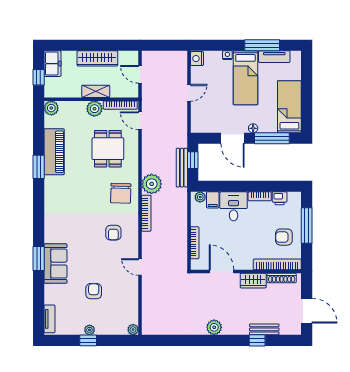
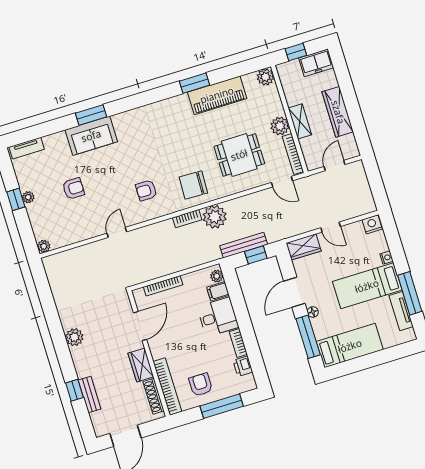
wardrobe: (198, 120) -> (304, 247), added
door: (140, 121) -> (282, 182), swing flipped
bookcase: (146, 213) -> (187, 219), width x0.64

